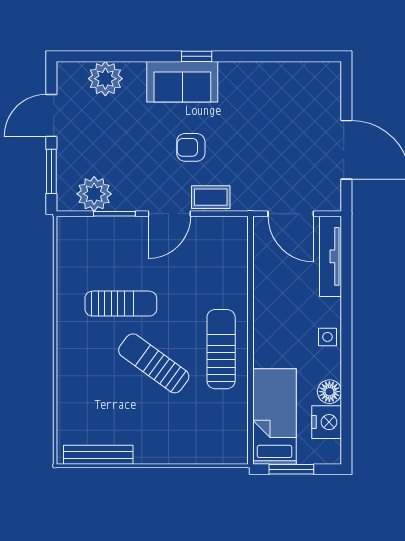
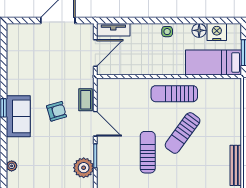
plant: (105, 79) -> (12, 166), width x0.53, depth x0.53
armchair: (191, 147) -> (57, 111), turned -106
tv unit: (331, 256) -> (113, 30), width x0.71

